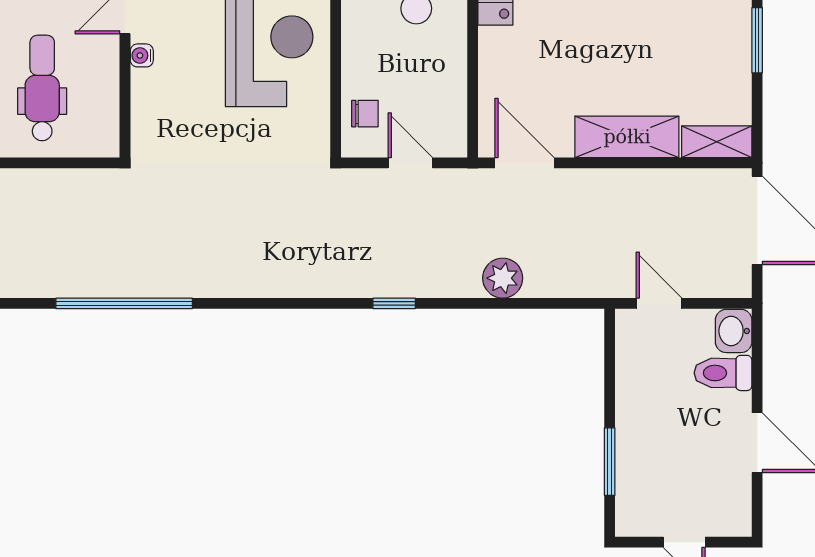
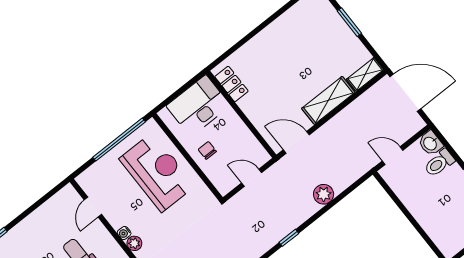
water cooler: (142, 55) -> (124, 233), moved
chair: (365, 114) -> (207, 150), moved, turned -90
plant: (145, 120) -> (134, 243), added
window: (610, 462) -> (422, 233), removed

